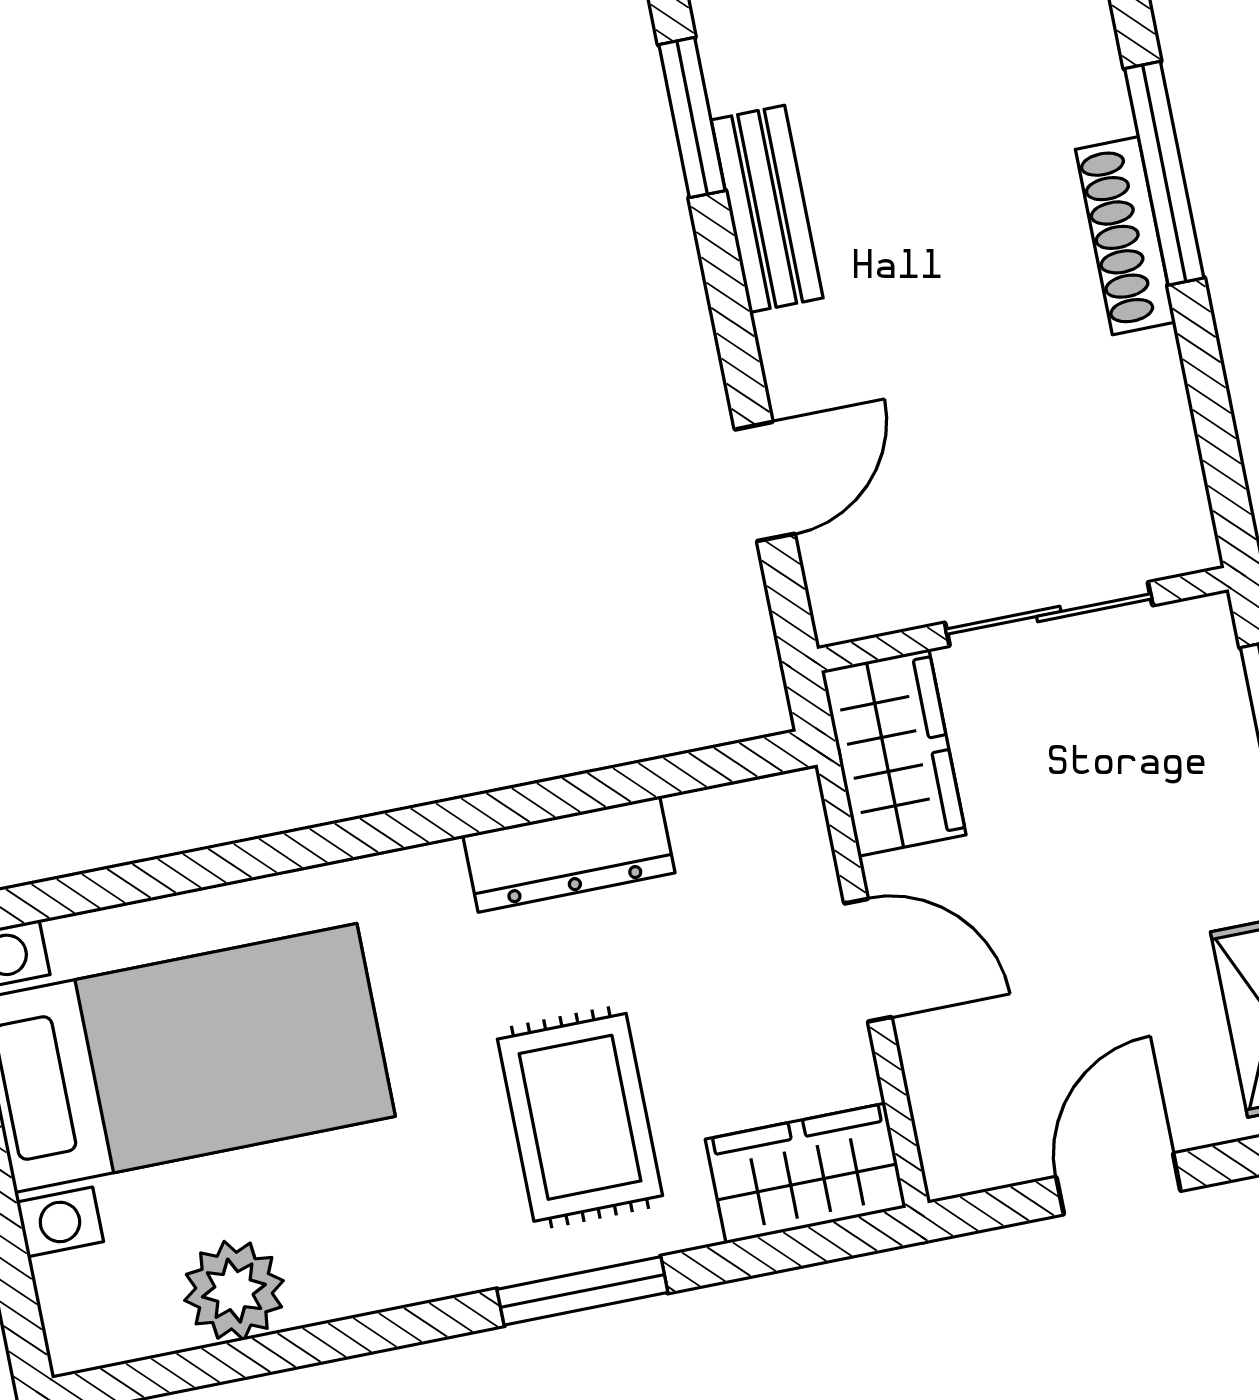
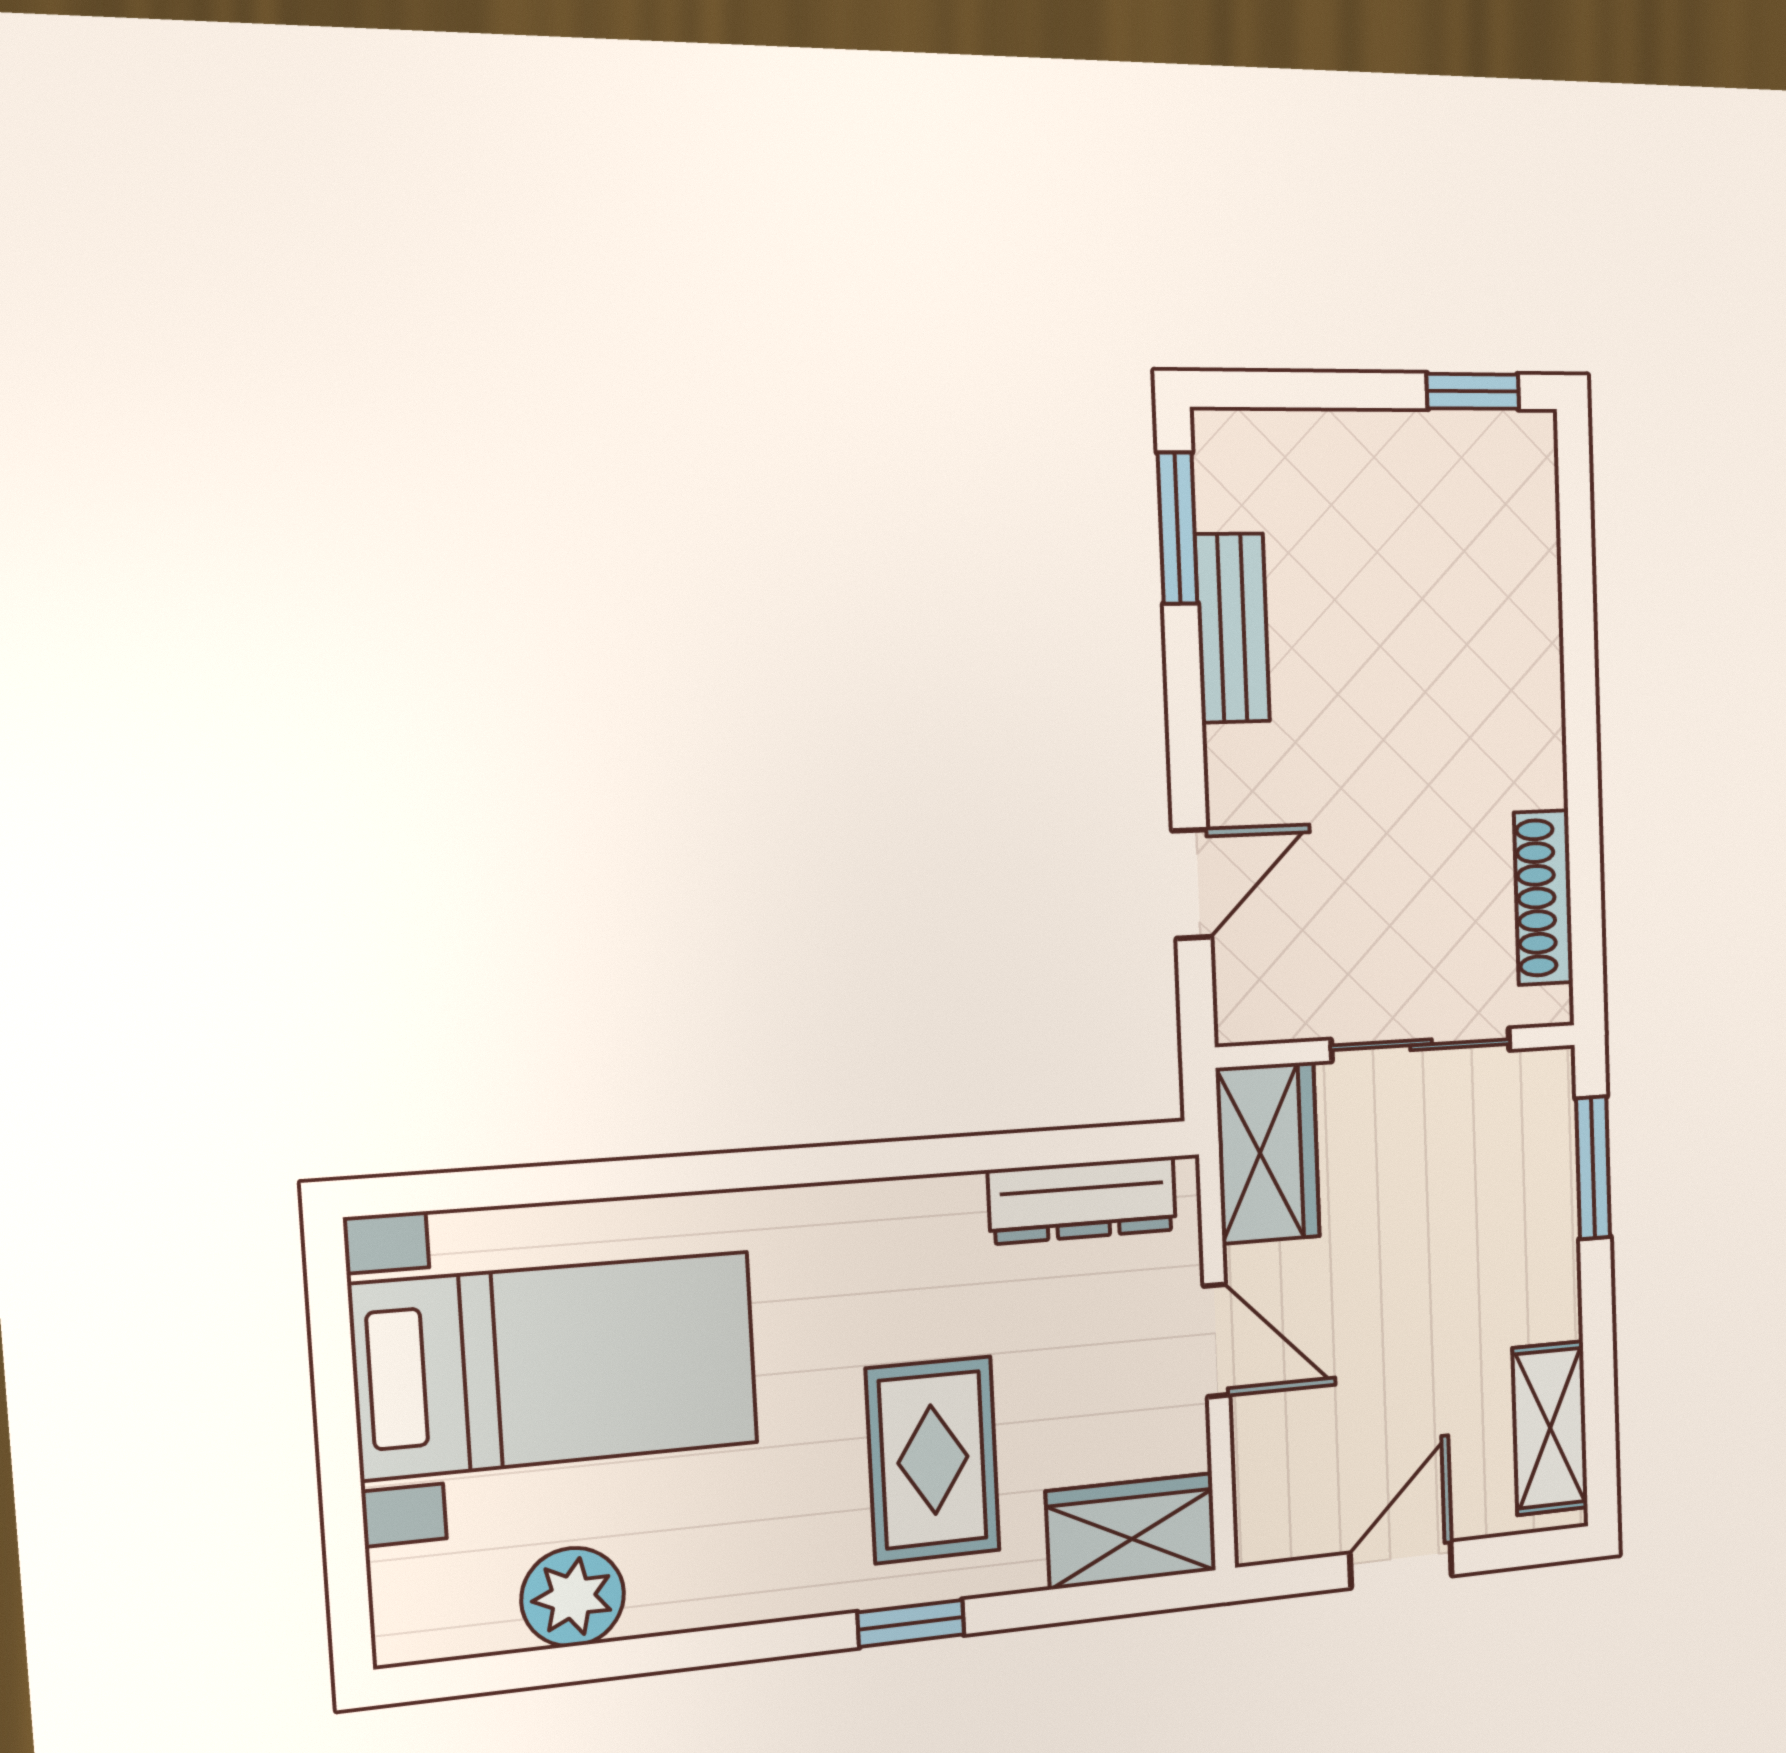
window: (1164, 173) -> (1579, 662), removed
shoe rack: (1125, 236) -> (1544, 898), moved
dresser: (569, 854) -> (1083, 1200), moved
window: (582, 1291) -> (911, 1623), width x0.67

